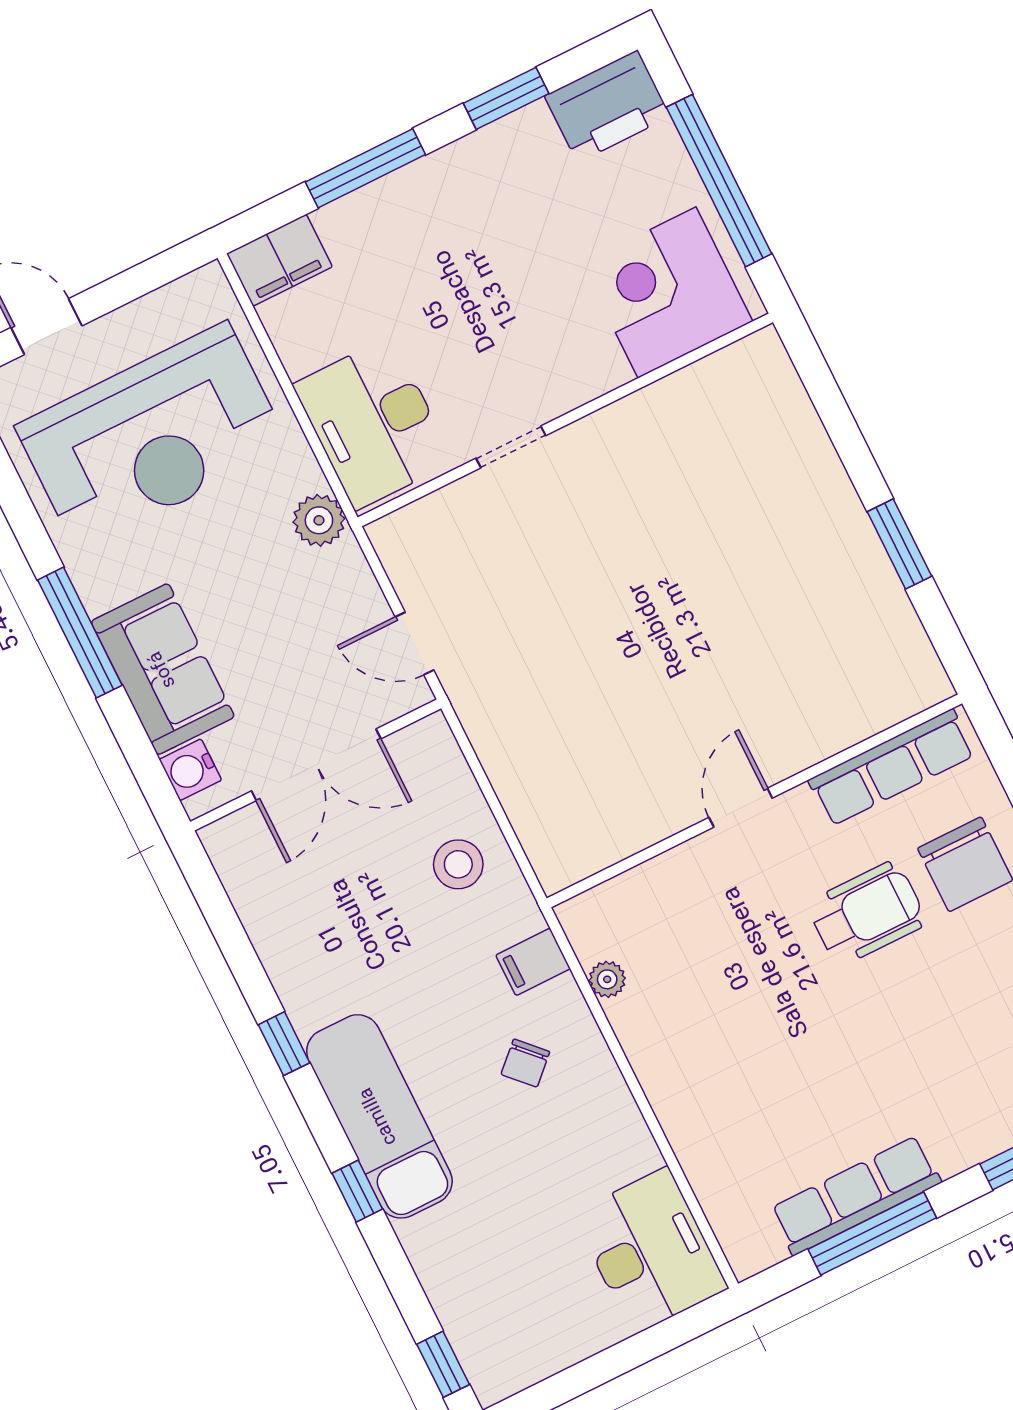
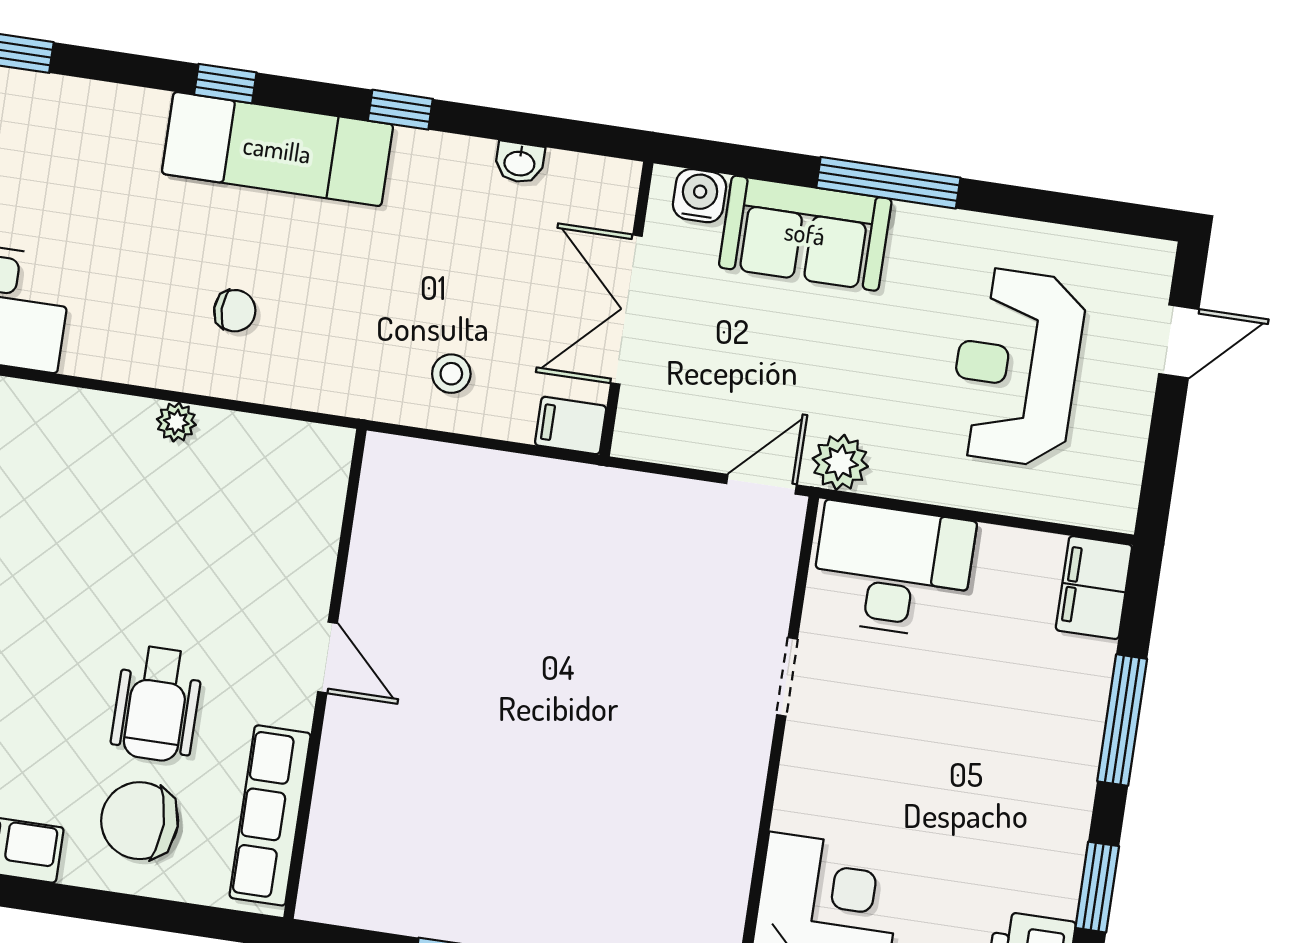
reception desk: (152, 437) -> (1016, 367), width x0.74, depth x0.77
door: (415, 643) -> (762, 484), moved
stool: (458, 864) -> (451, 374), width x0.73, depth x0.73
washbasin: (261, 925) -> (520, 162), added
filing cabinet: (533, 962) -> (571, 426), moved, turned -90
plant: (607, 979) -> (176, 422), moved
chair: (525, 1063) -> (235, 311), turned 134

